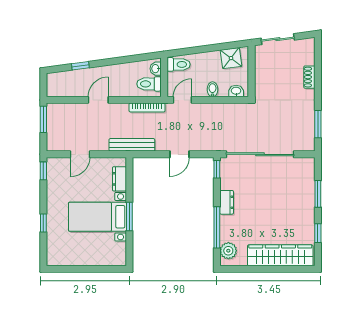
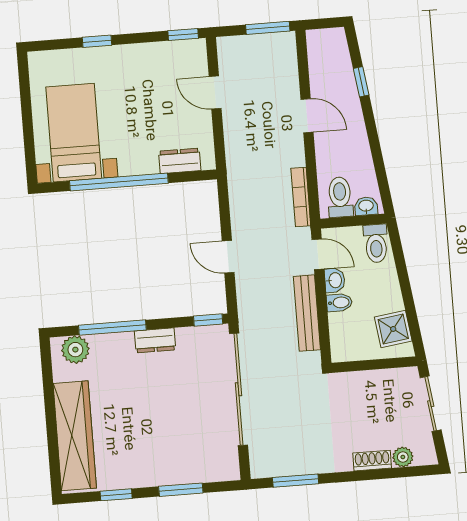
plant: (309, 58) -> (403, 457), added
washbasin: (236, 91) -> (335, 280), moved
bench: (132, 145) -> (307, 313), moved
bed with nightstands: (97, 217) -> (74, 133), moved
window: (129, 217) -> (119, 182), width x2.11

